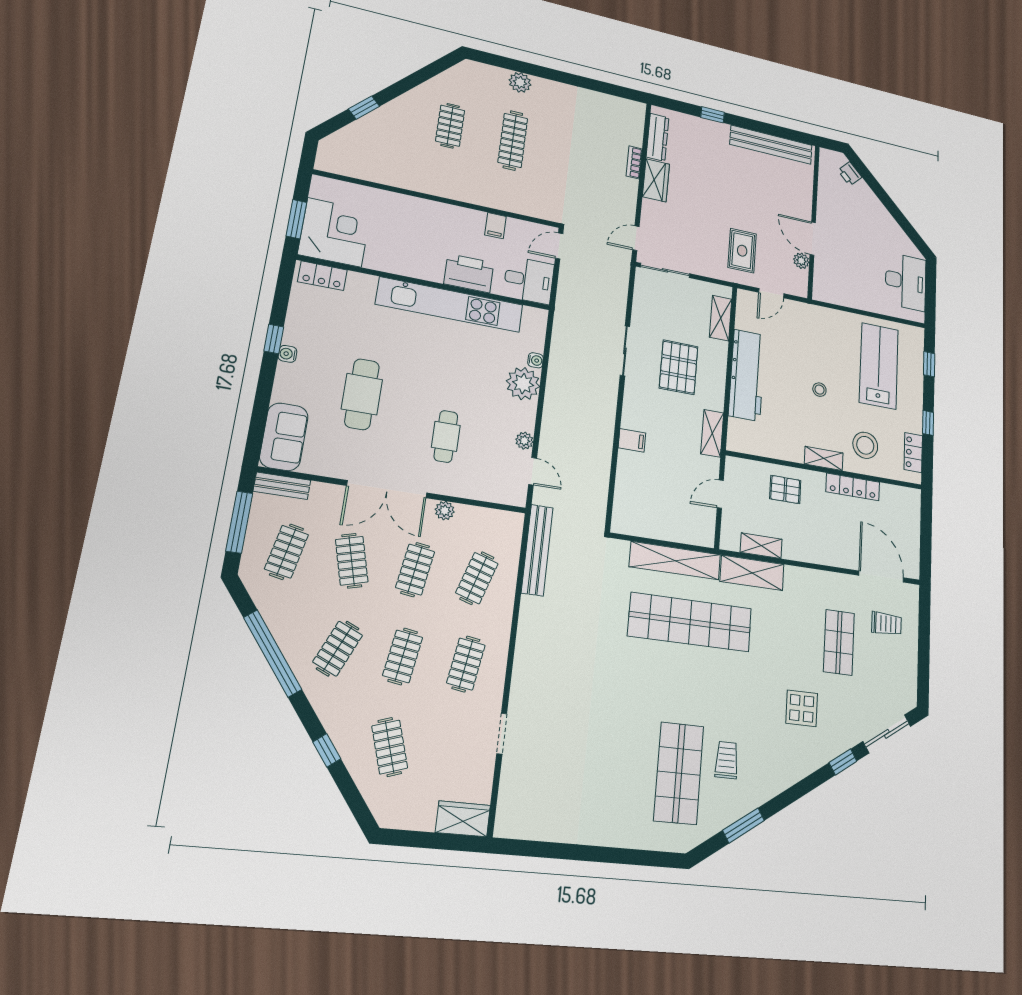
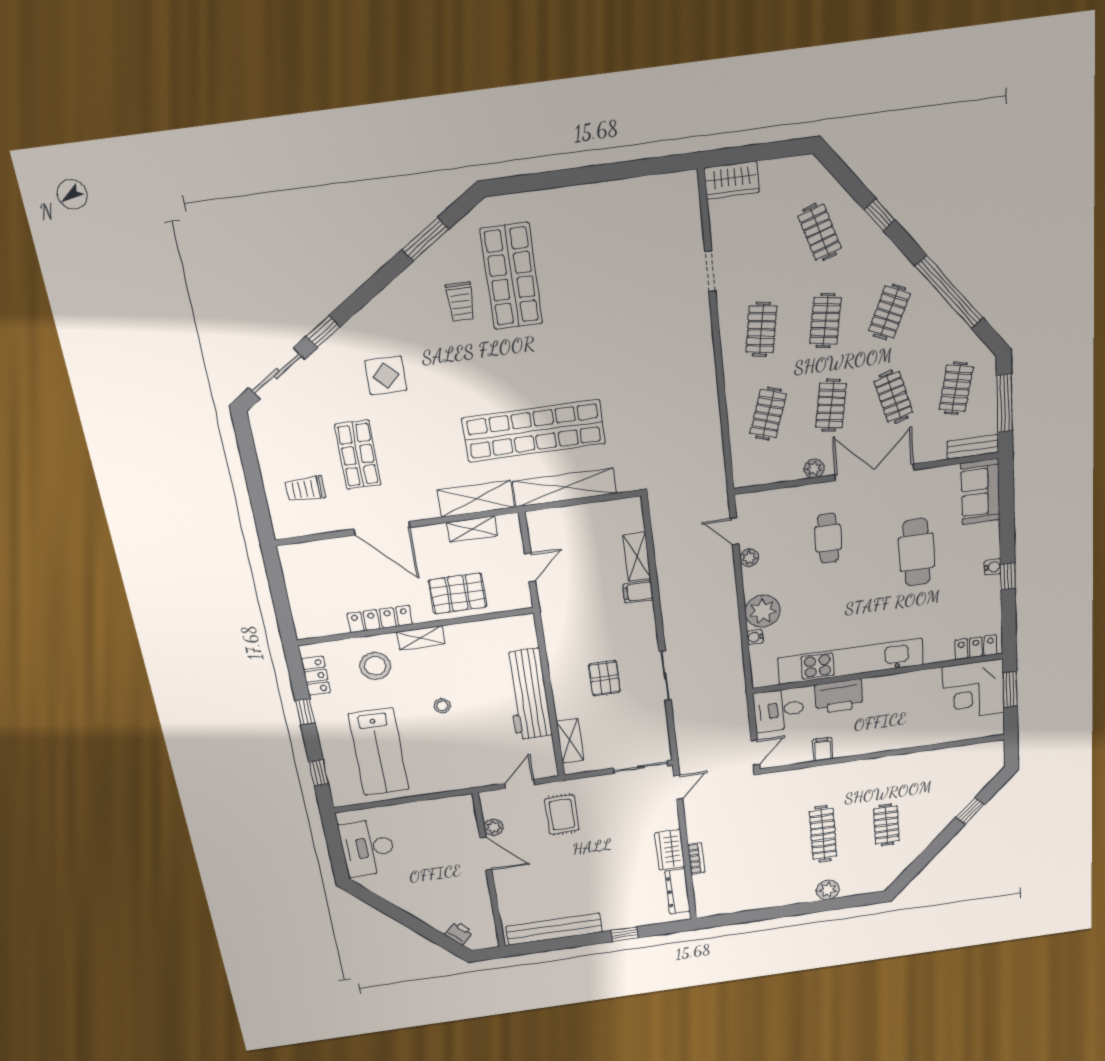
pallet: (679, 367) -> (604, 678), width x0.67, depth x0.71
shelving: (712, 433) -> (637, 557), moved
pallet: (785, 490) -> (458, 593), width x1.50, depth x1.42
bench: (537, 550) -> (713, 457), removed
door: (881, 577) -> (382, 528), moved

